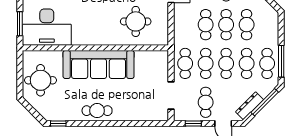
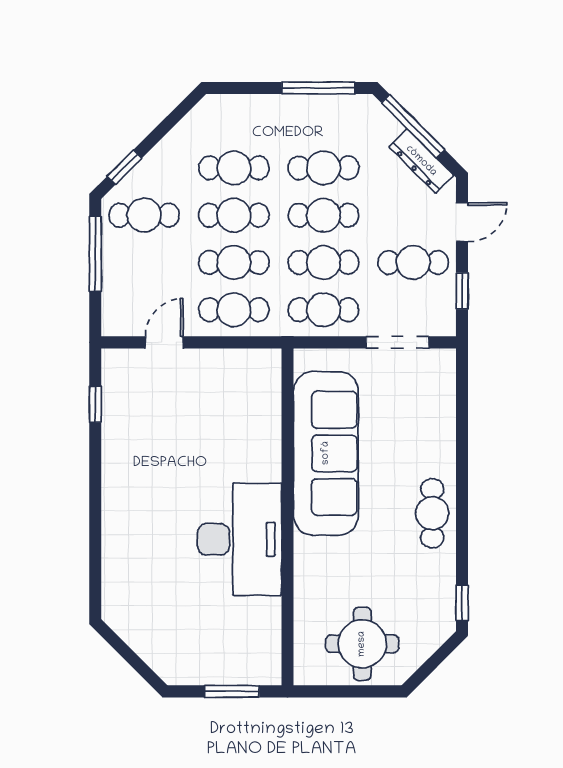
round table: (136, 21) -> (226, 424), removed
desk: (47, 27) -> (240, 539), moved
cafe table: (267, 63) -> (234, 310), moved
sofa: (99, 65) -> (326, 453), moved

